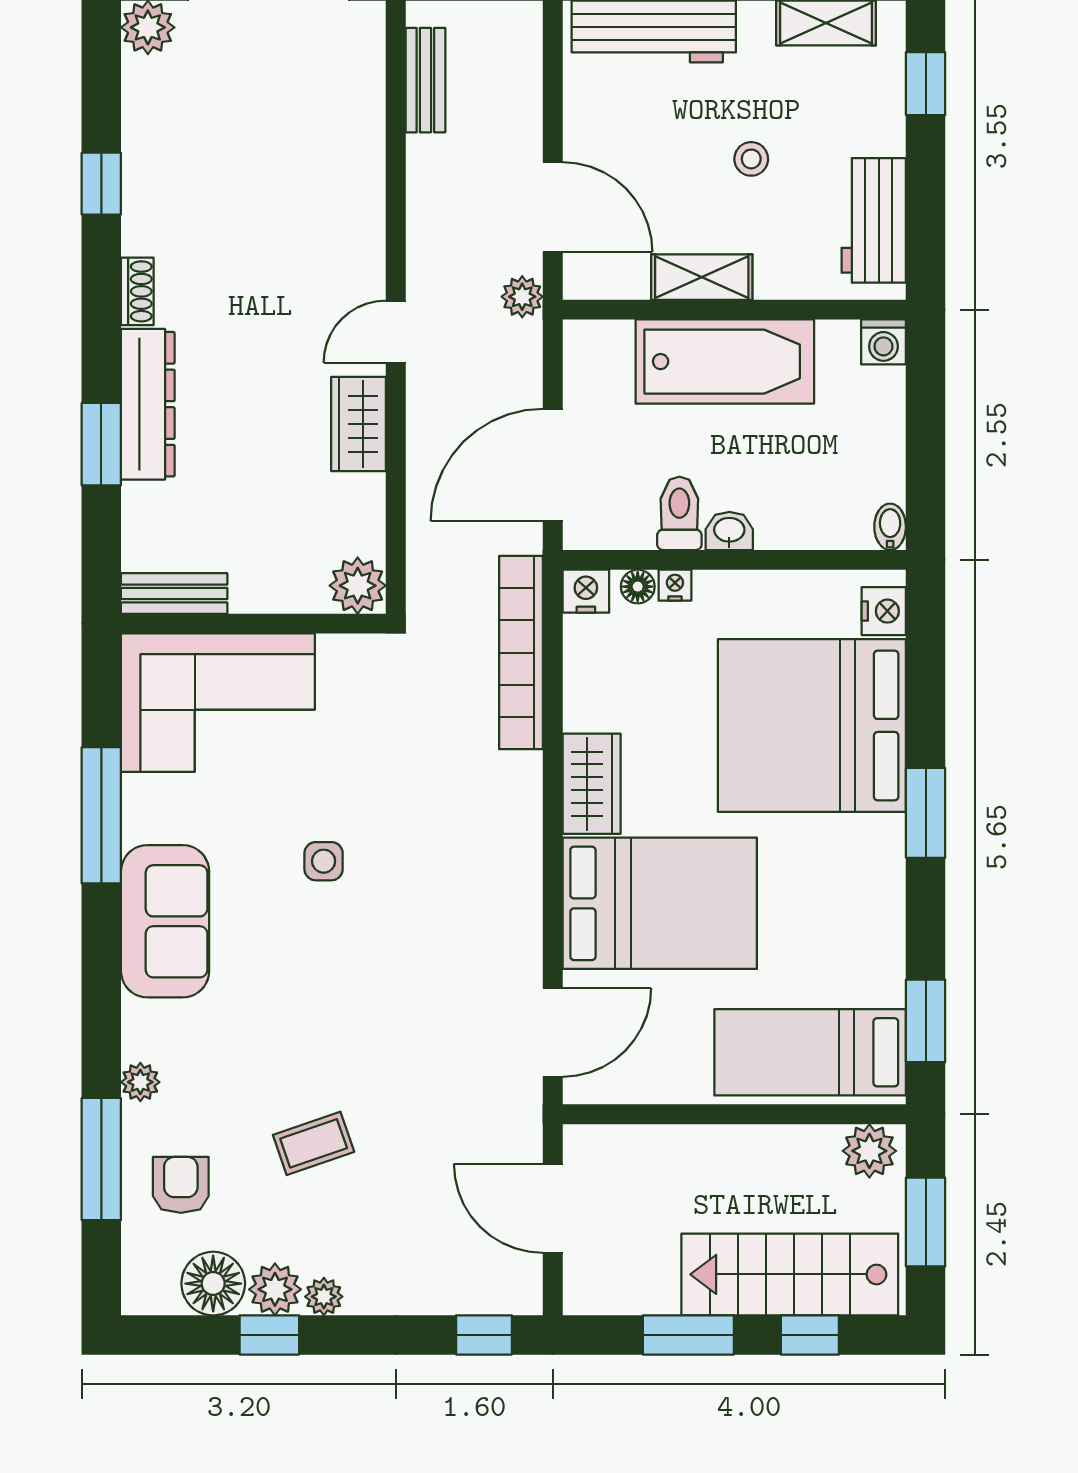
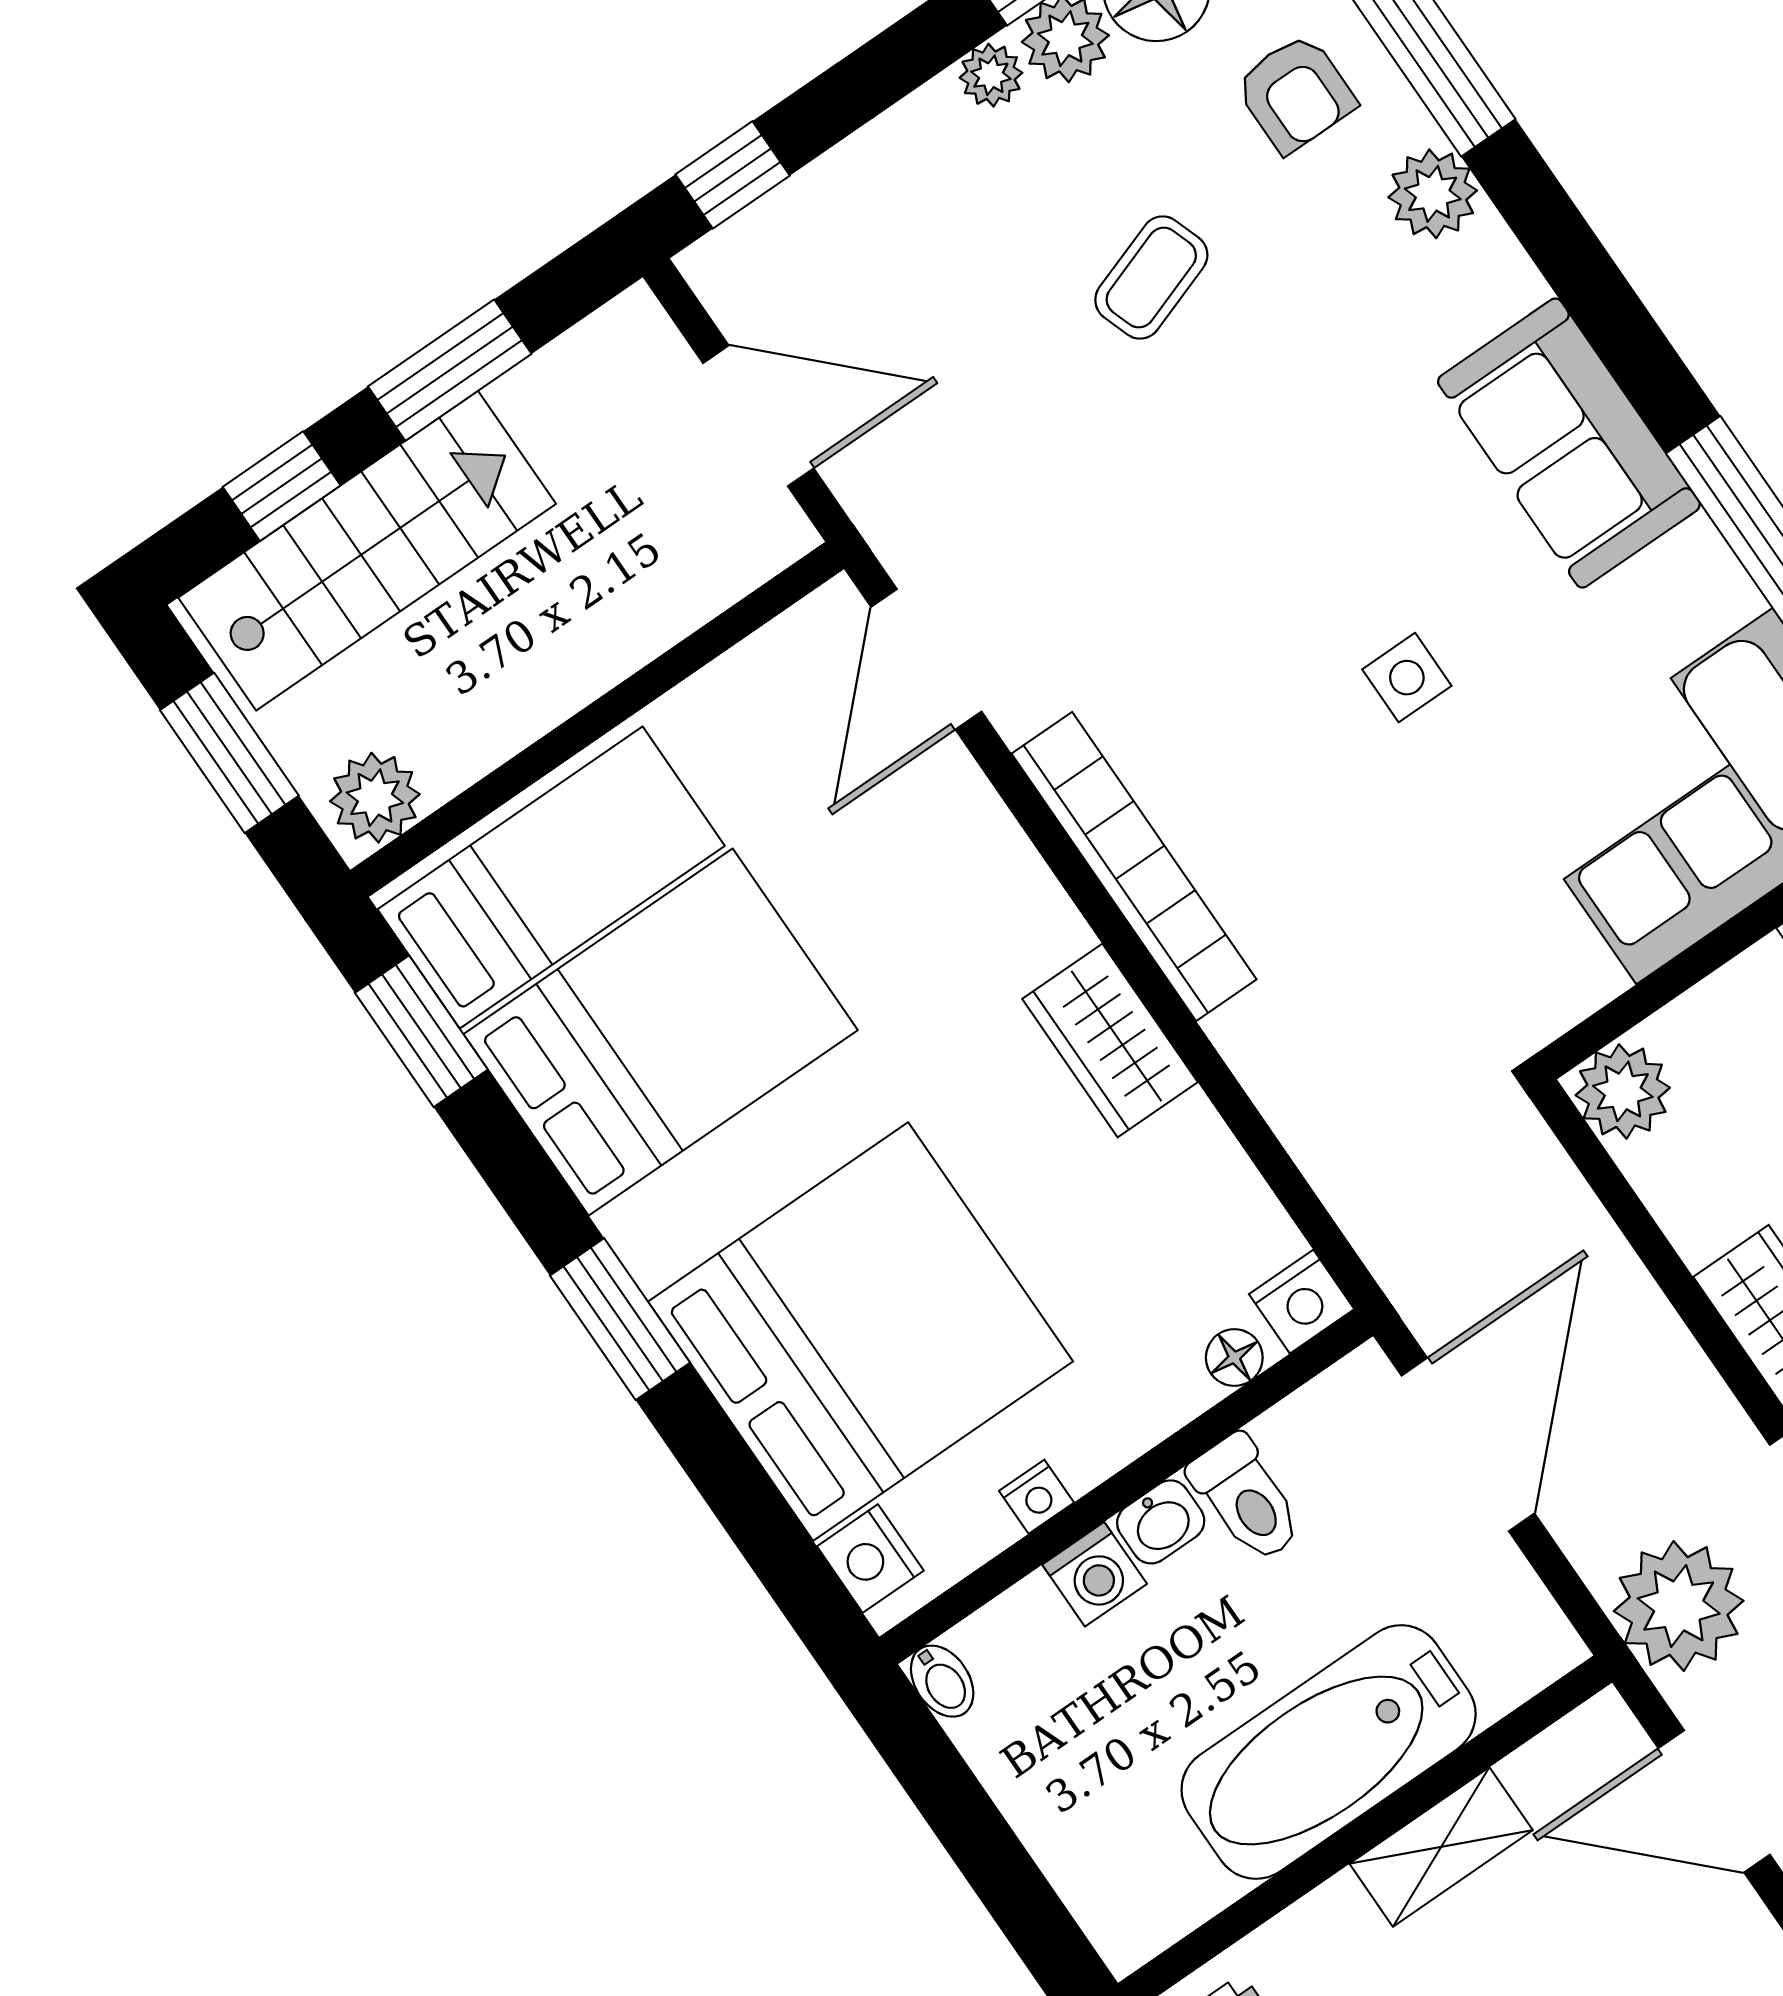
plant: (522, 297) -> (1679, 1606), width x1.88, depth x1.88
washing machine: (883, 342) -> (1095, 1574), moved, turned 180
nightstand: (675, 585) -> (1036, 1497), moved
bookcase: (521, 653) -> (1134, 867), moved
bed: (660, 903) -> (661, 1032), moved, turned 180
plant: (140, 1082) -> (1433, 194), width x1.38, depth x1.38

